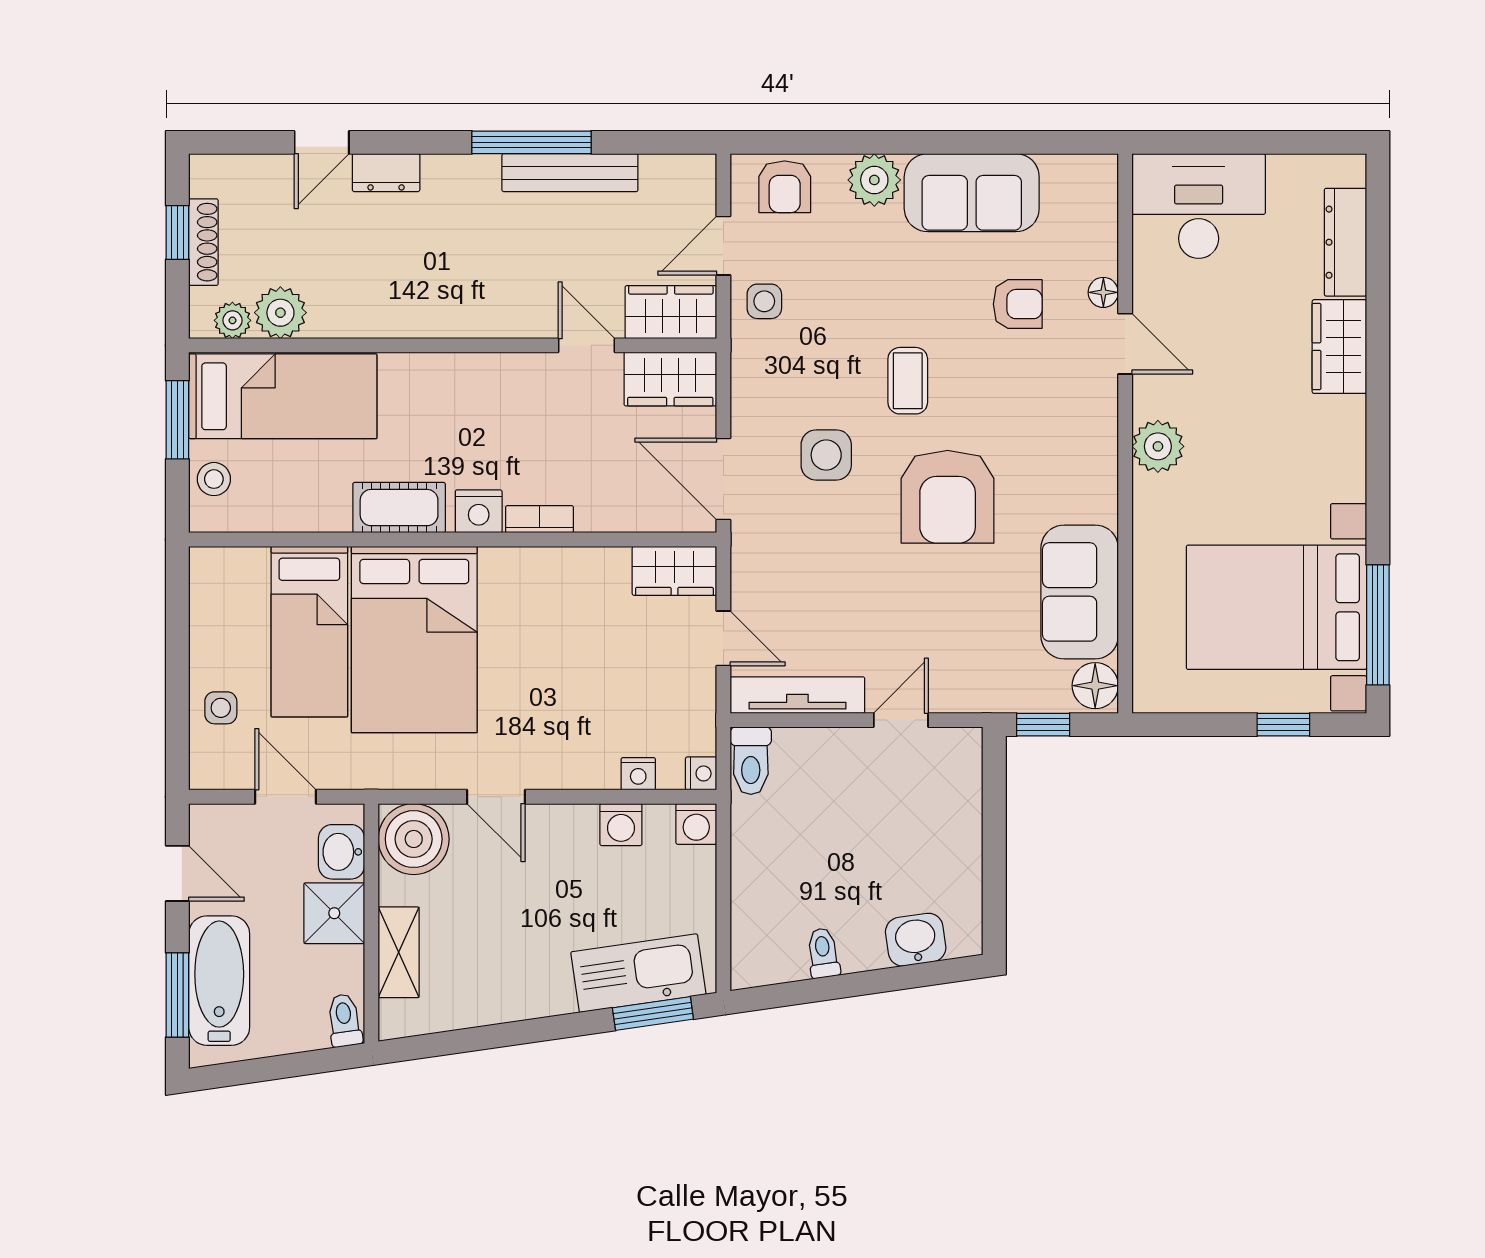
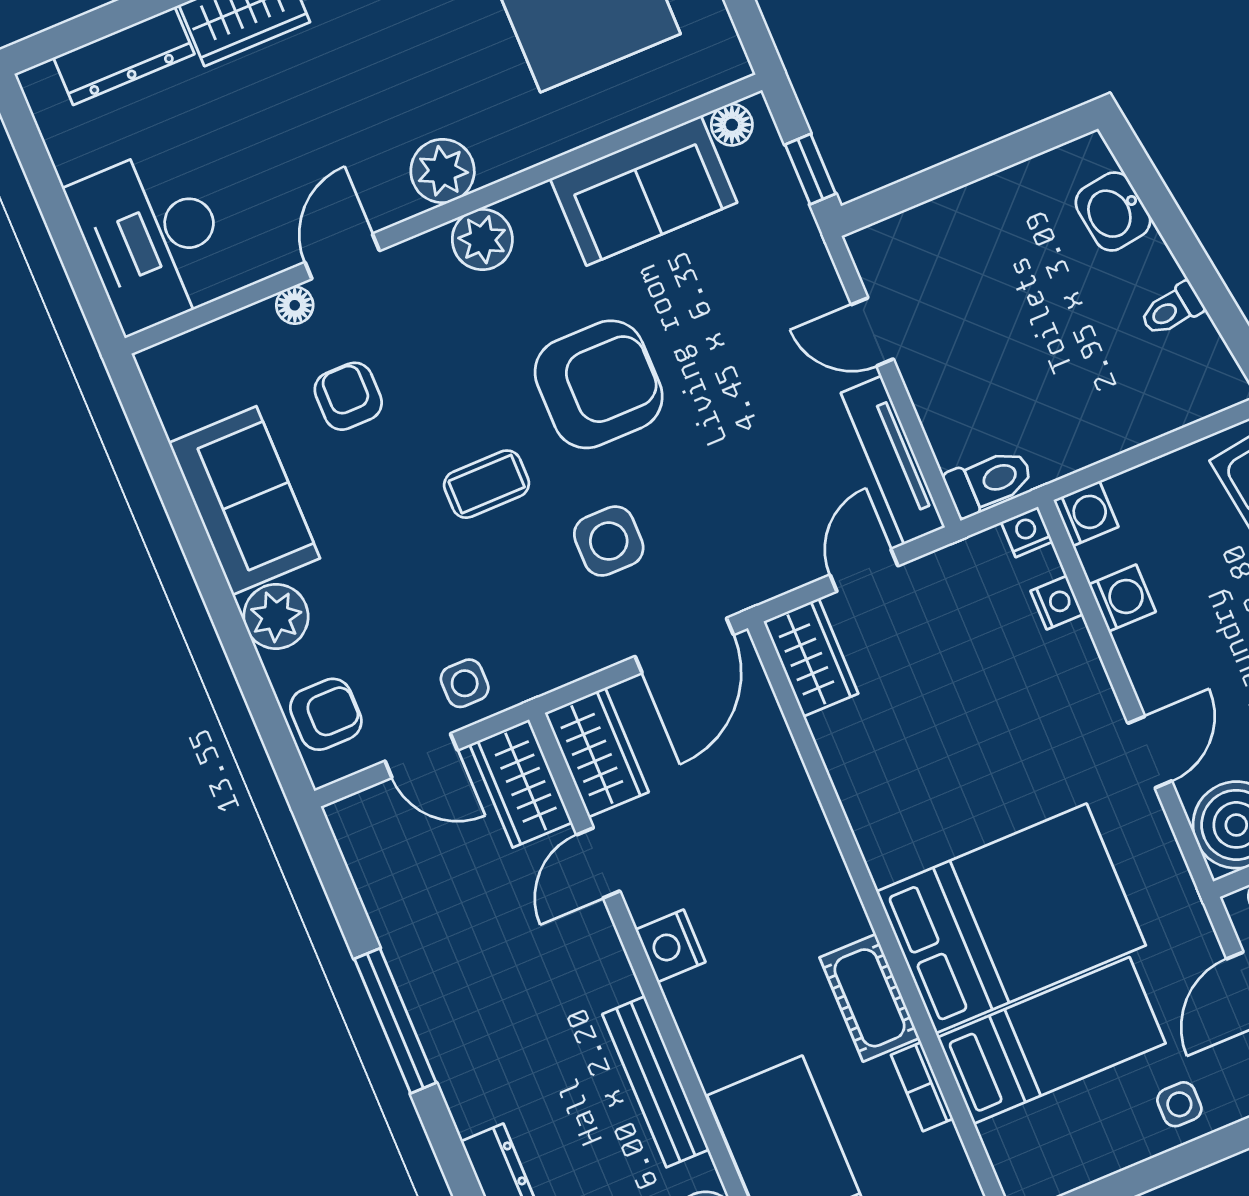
bench: (570, 173) -> (656, 1082), moved
plant: (1094, 455) -> (482, 239), added
nightstand: (479, 511) -> (670, 946), moved, turned 180
bookcase: (539, 519) -> (922, 1087), moved
floor lamp: (1095, 686) -> (732, 125), width x0.73, depth x0.73

